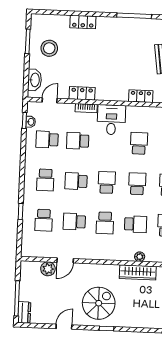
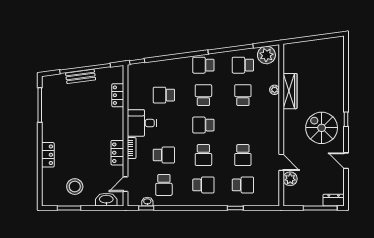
door: (50, 100) -> (126, 184), hinge flipped
school desk: (78, 141) -> (164, 155), turned -90
school desk: (137, 184) -> (203, 95), turned 90
school desk: (105, 223) -> (243, 125), removed

